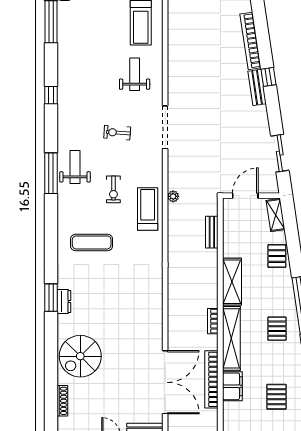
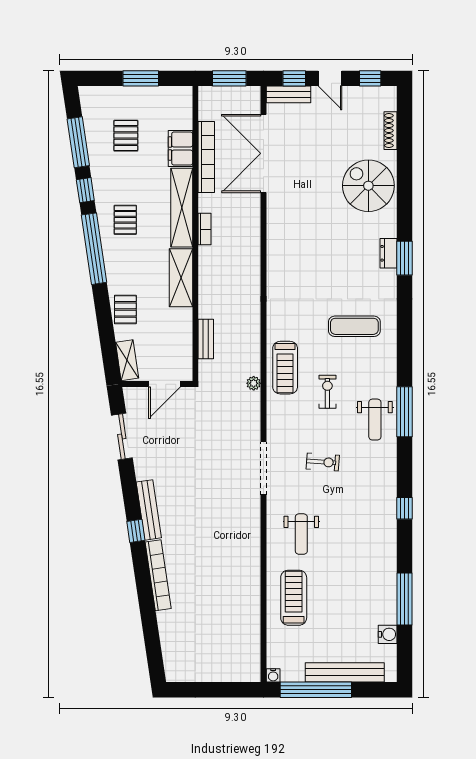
bench: (257, 87) -> (149, 510), width x1.36
spiral stairs: (80, 356) -> (368, 186), turned -90

